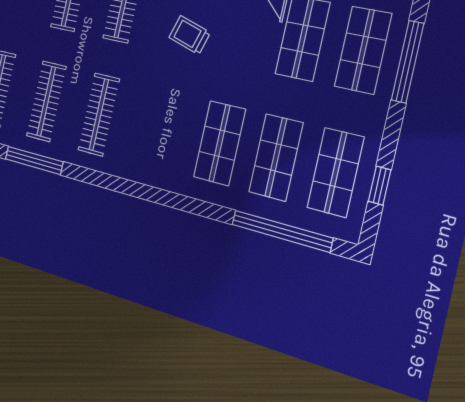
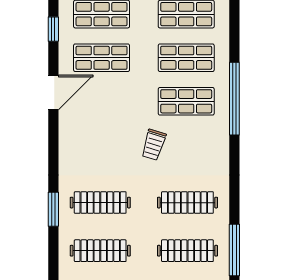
trolley: (189, 35) -> (154, 145), moved
window: (282, 231) -> (234, 99), moved

